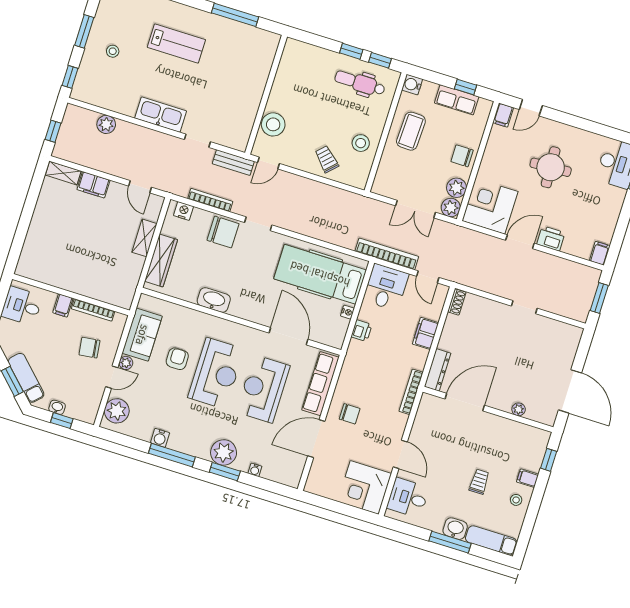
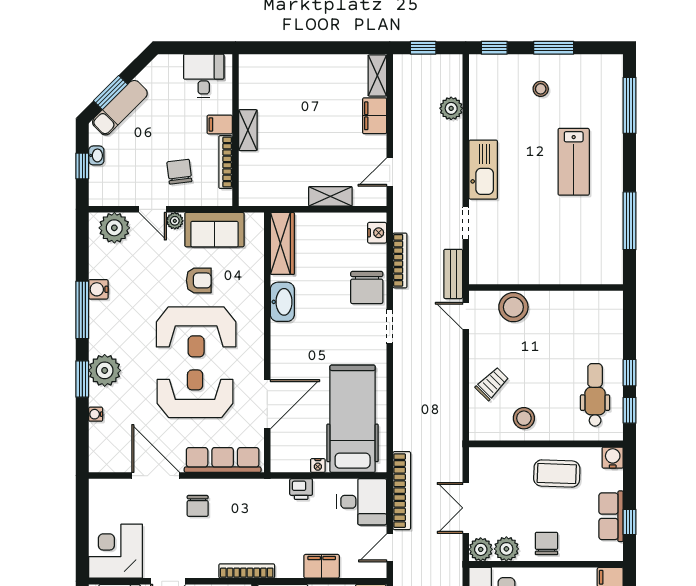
wardrobe: (161, 260) -> (282, 243), moved, turned -90
shelving: (74, 285) -> (248, 130), added

